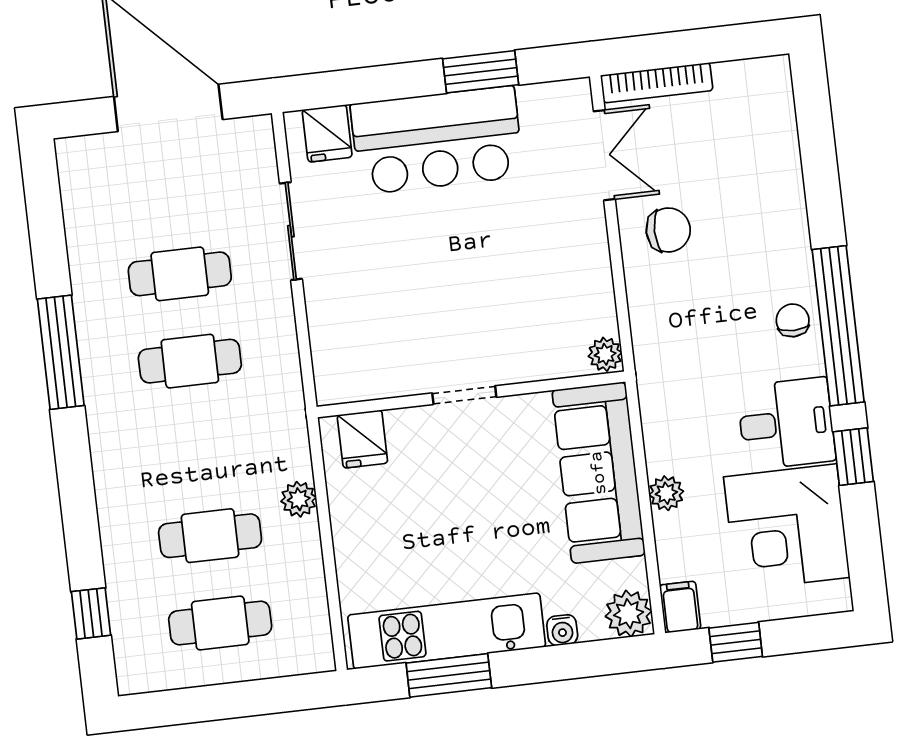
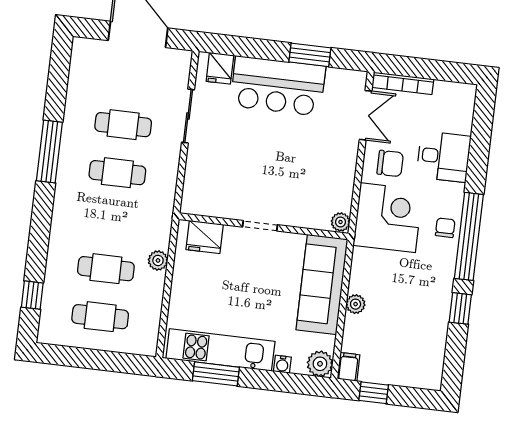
desk: (786, 424) -> (444, 157), moved
fridge: (362, 439) -> (205, 237), width x1.38
corner desk: (787, 527) -> (388, 218), moved, turned 180

